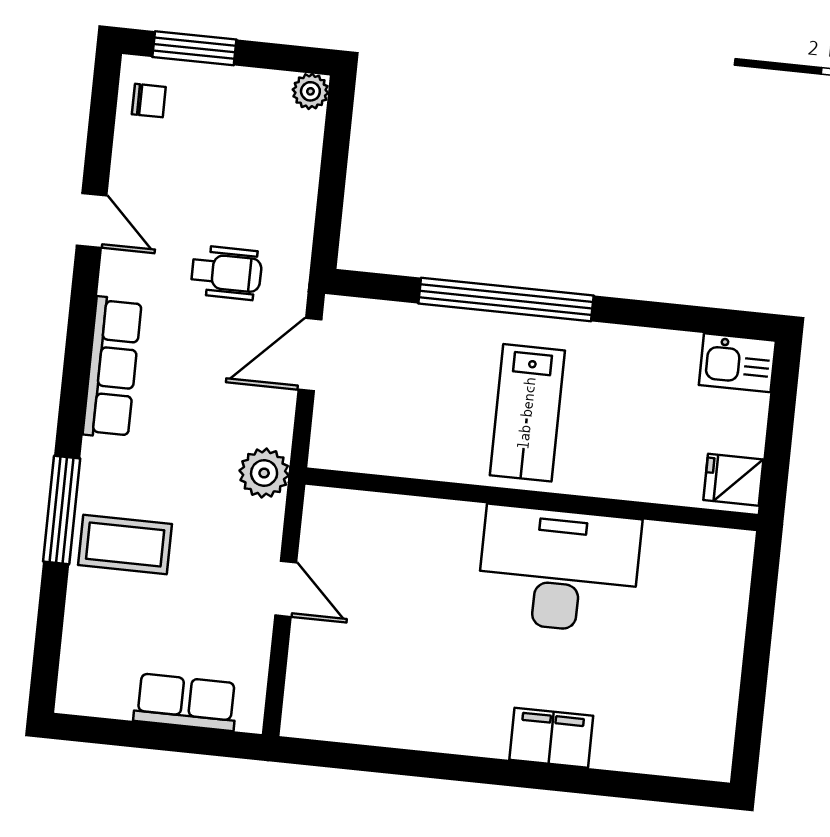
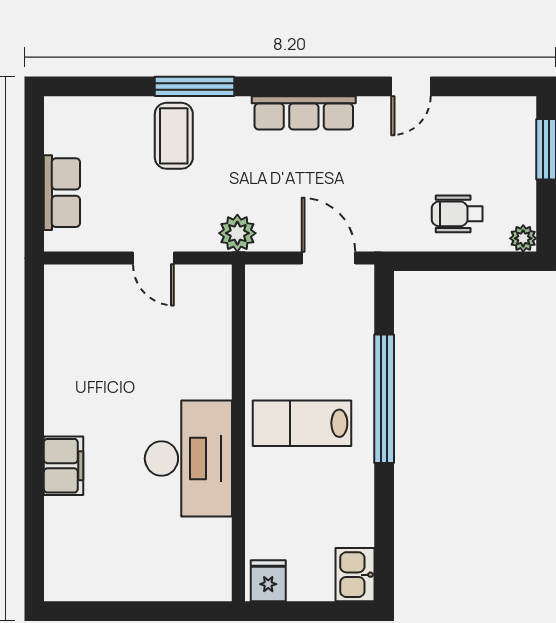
chair: (149, 101) -> (504, 119), removed
wheelchair: (226, 273) -> (457, 214), moved, turned 90
door: (286, 589) -> (153, 258), hinge flipped

